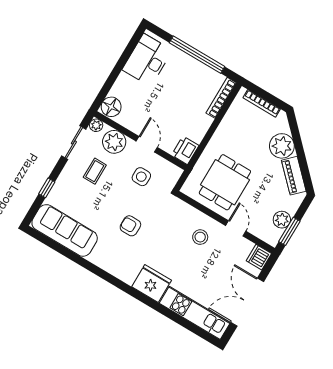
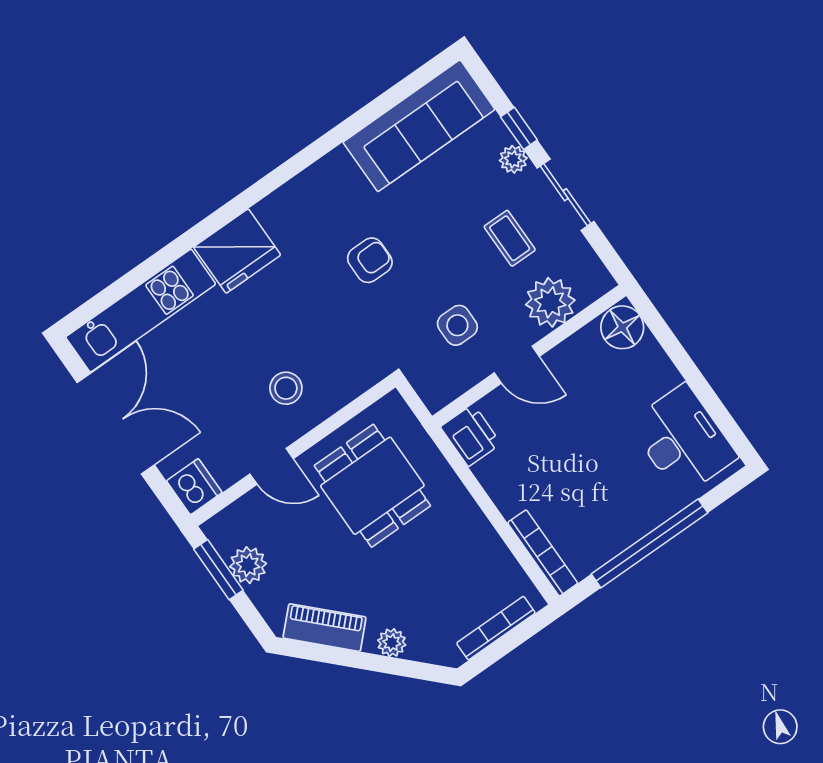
plant: (96, 125) -> (513, 159), moved
sliding door: (74, 143) -> (566, 195), moved
plant: (282, 146) -> (392, 643), width x0.53, depth x0.53

